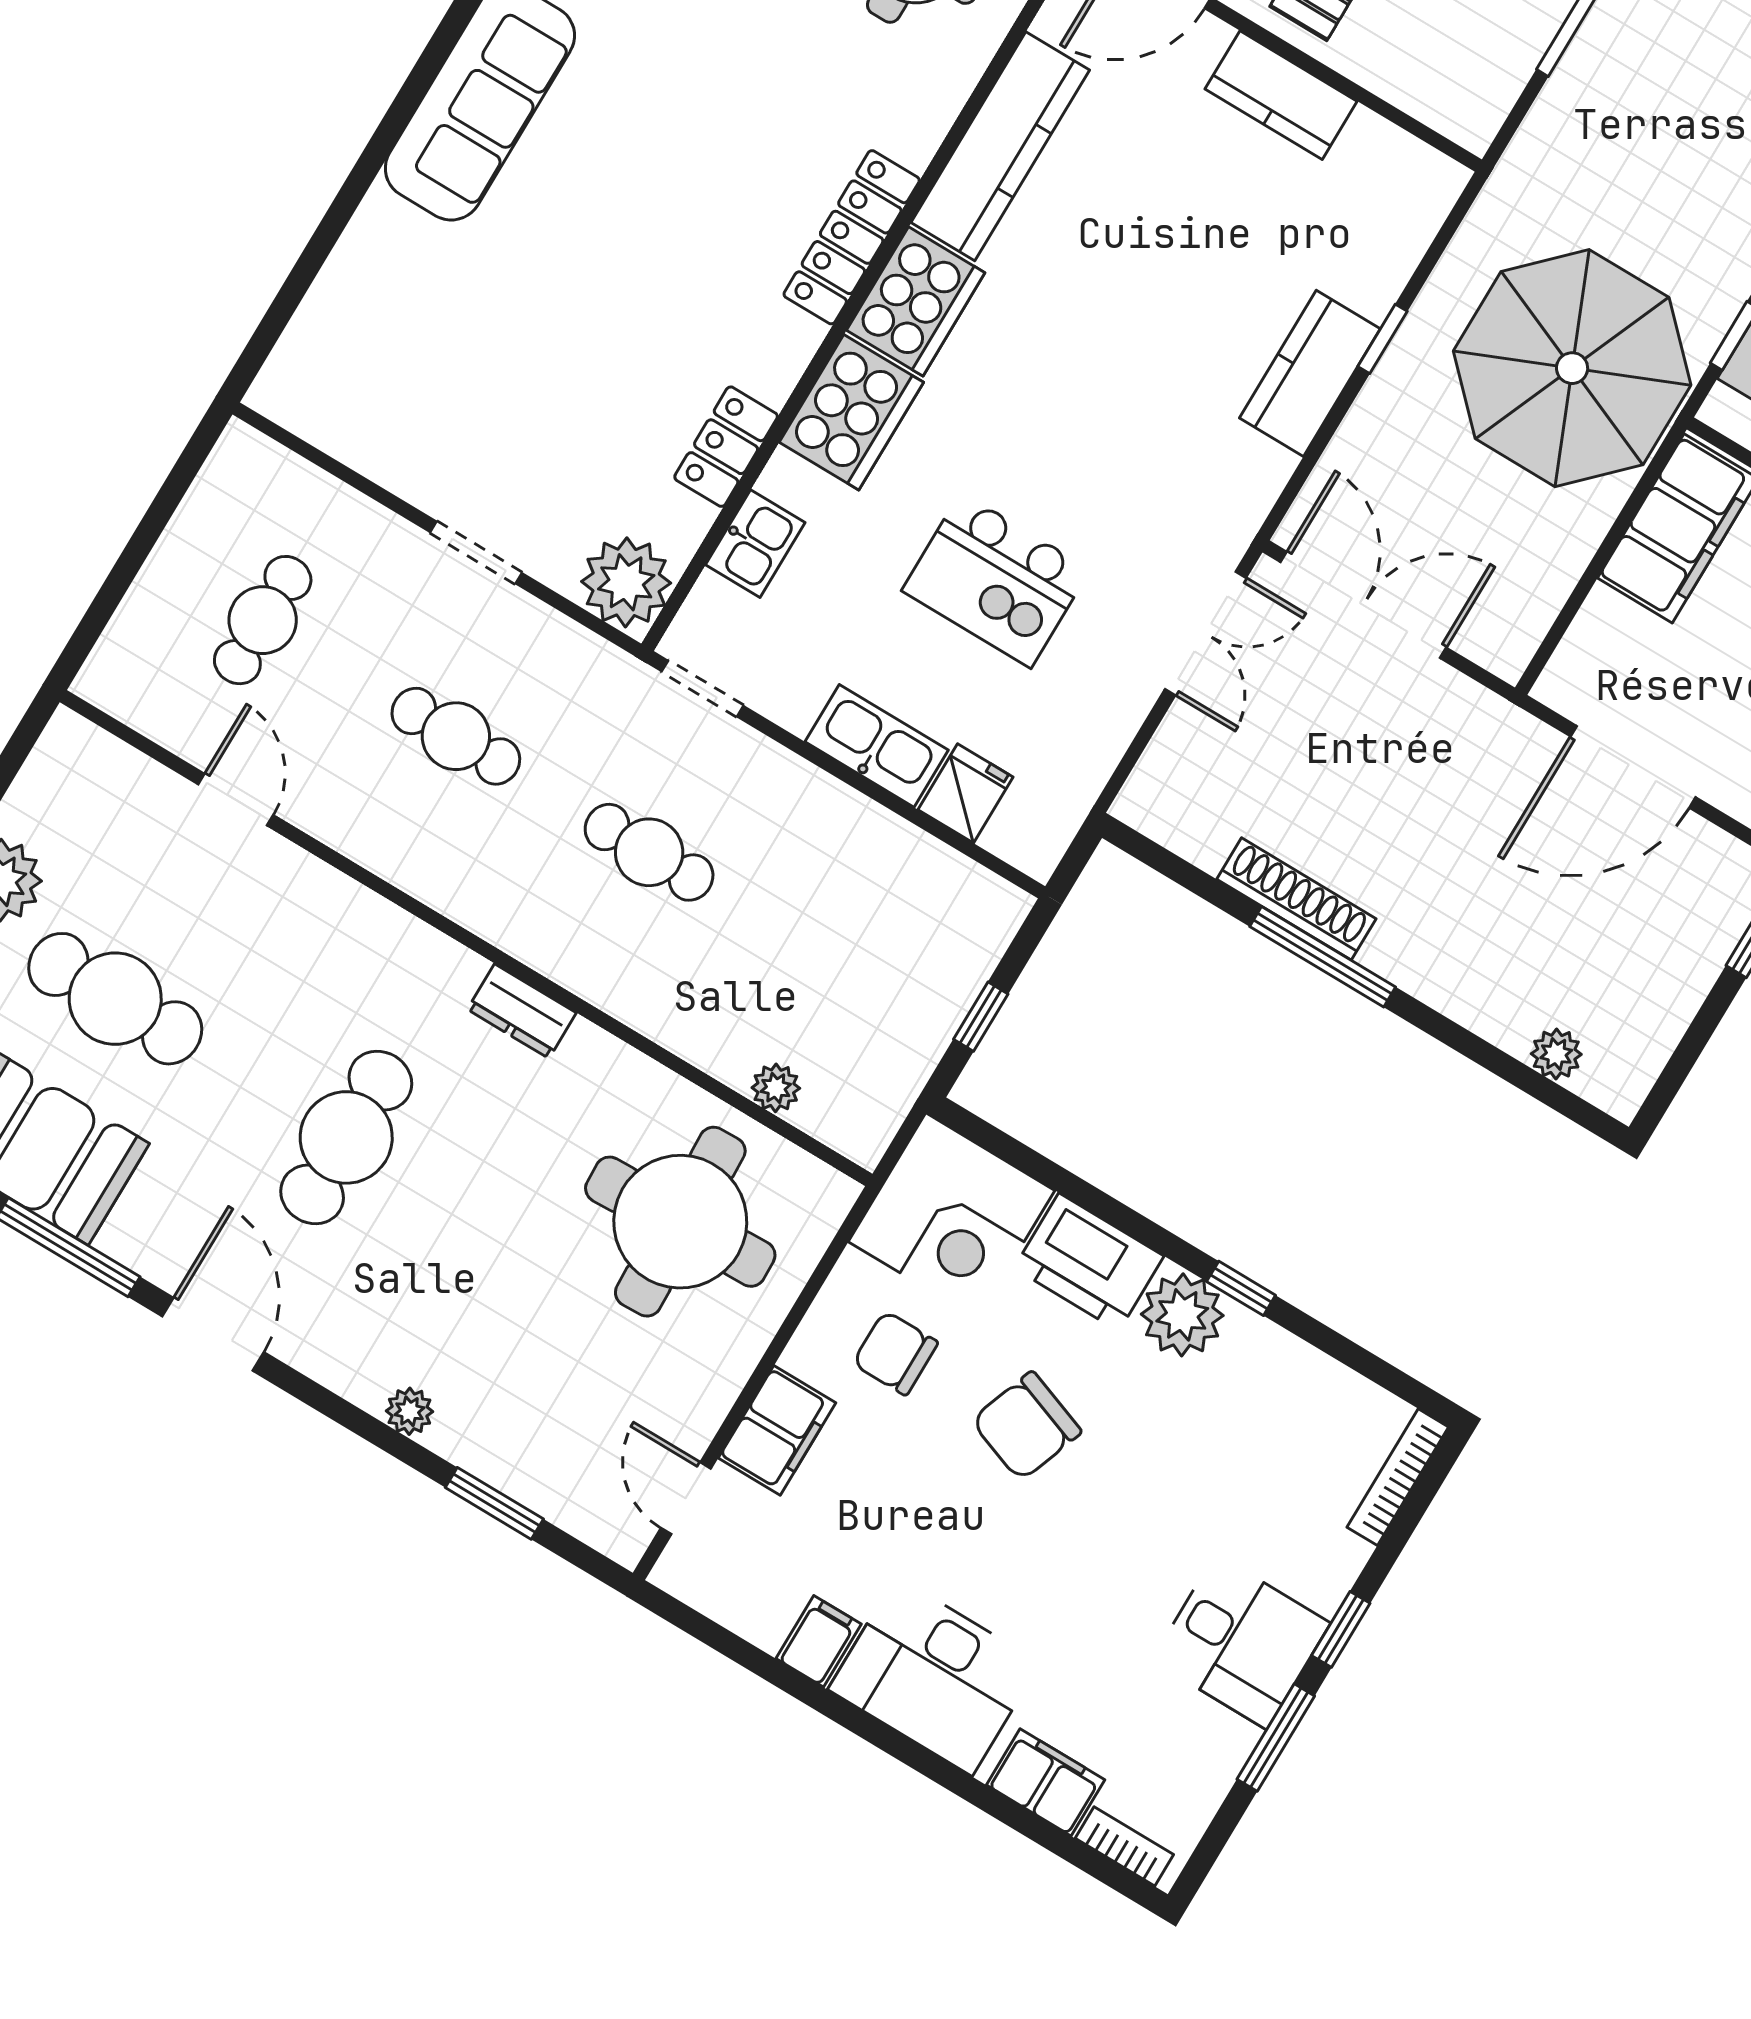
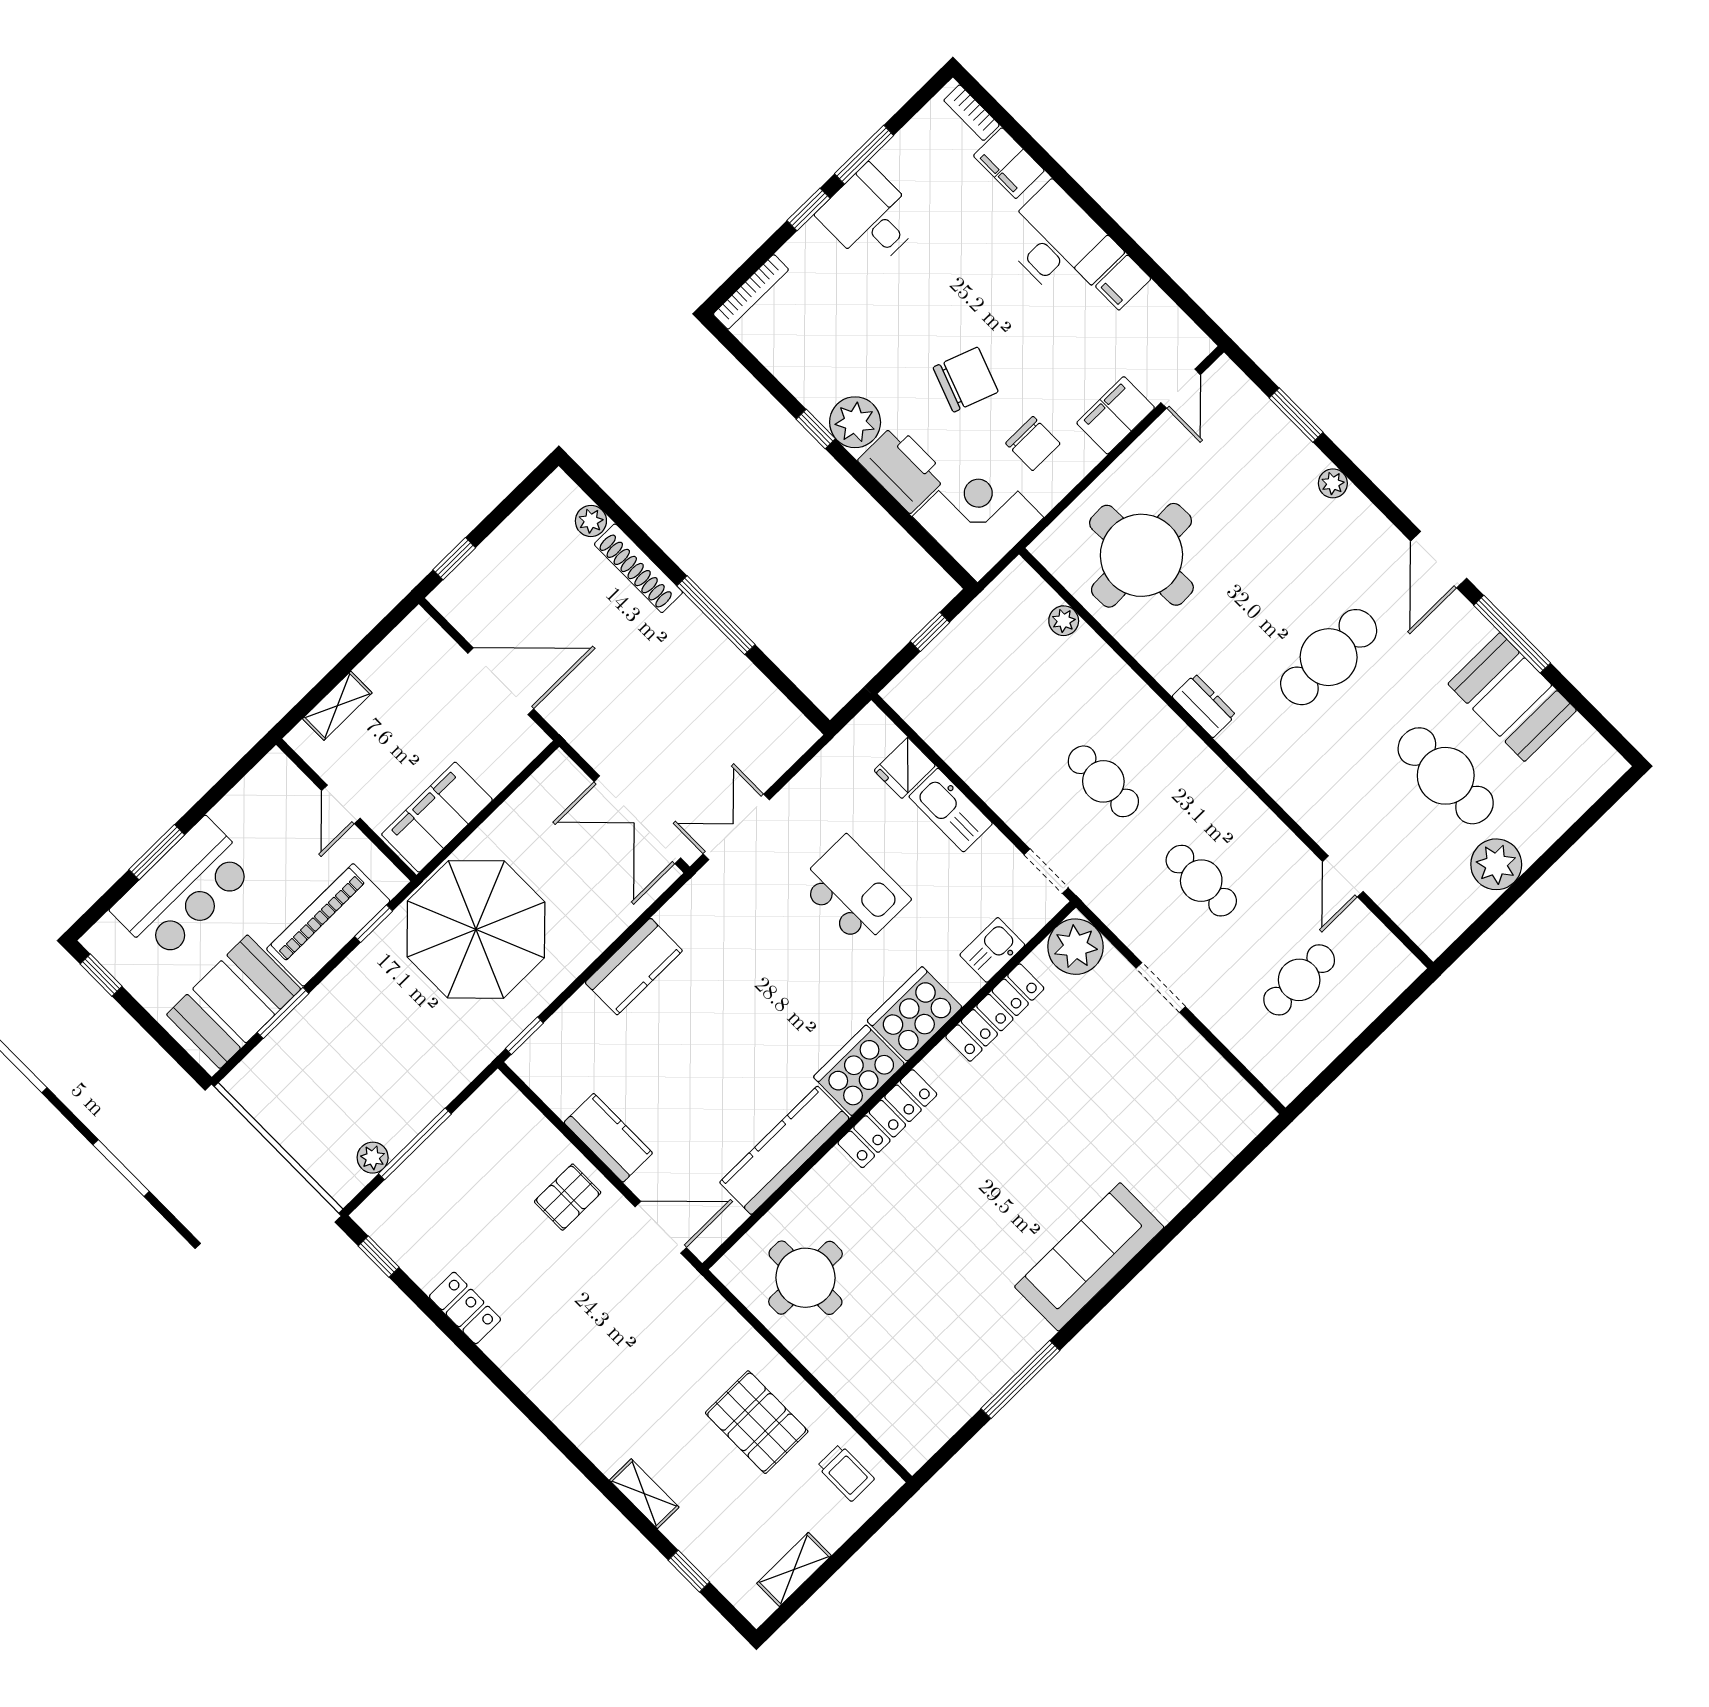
window: (1382, 339) -> (524, 1036), moved
locker: (726, 447) -> (995, 1013), width x1.53
shoe rack: (1296, 899) -> (638, 568), moved

